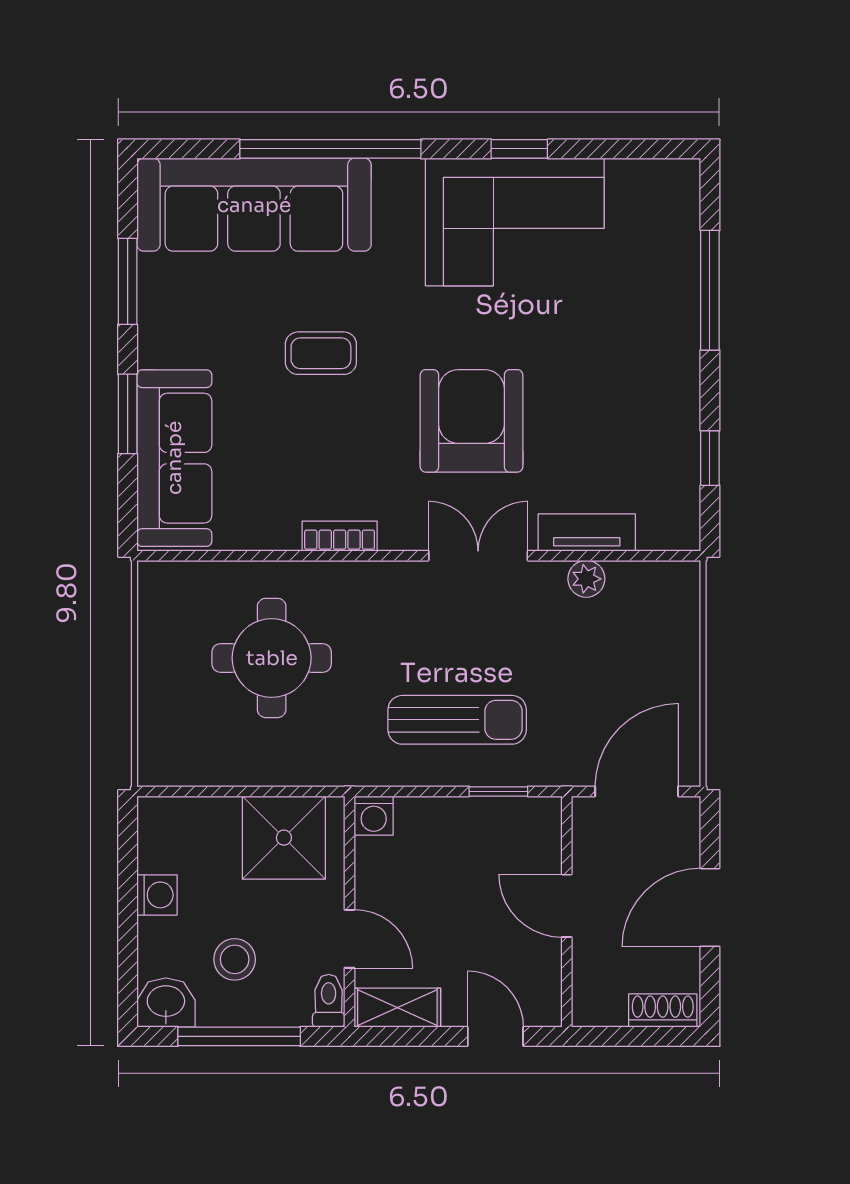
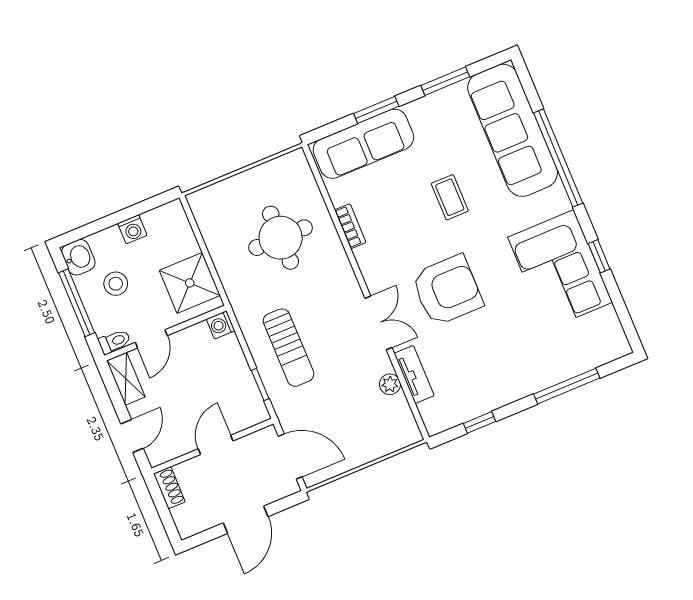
bookcase: (340, 536) -> (350, 226), moved
door: (710, 907) -> (246, 520), swing flipped
shoe rack: (663, 1011) -> (169, 488), moved

